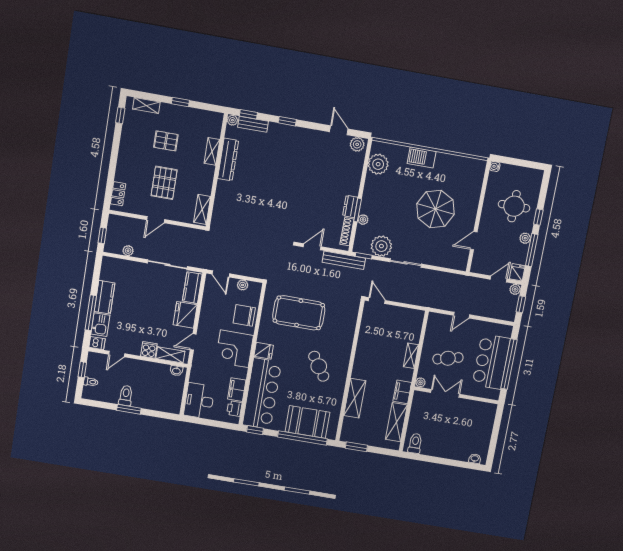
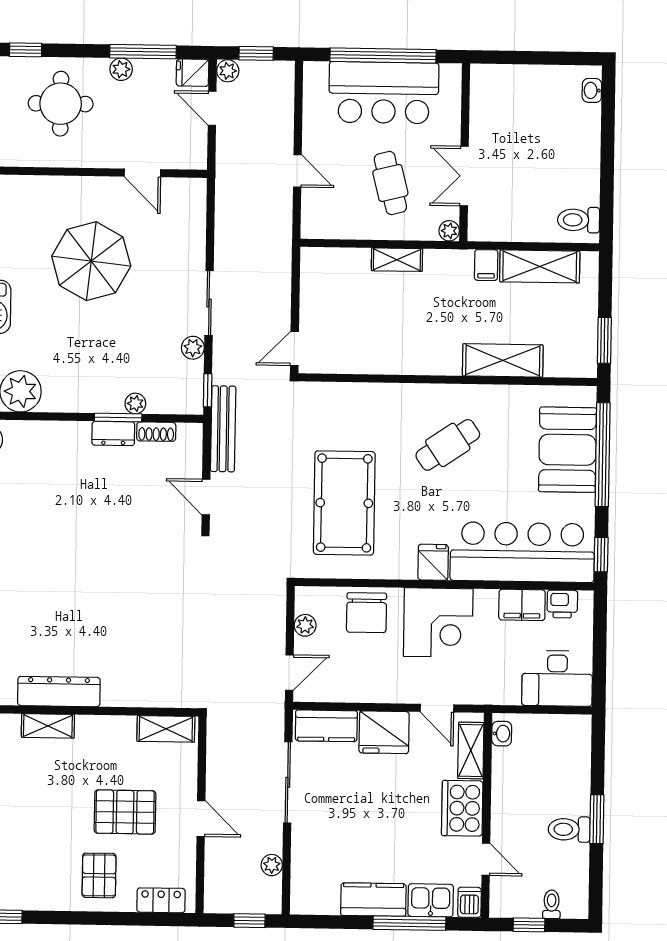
pallet: (166, 141) -> (99, 875), moved
window: (538, 217) -> (26, 50), moved
shoe rack: (347, 232) -> (156, 432), width x0.70
plant: (381, 246) -> (193, 348), width x0.53, depth x0.53
cooker: (149, 350) -> (462, 808), width x1.87, depth x1.31
filing cabinet: (402, 392) -> (486, 265), width x0.50

